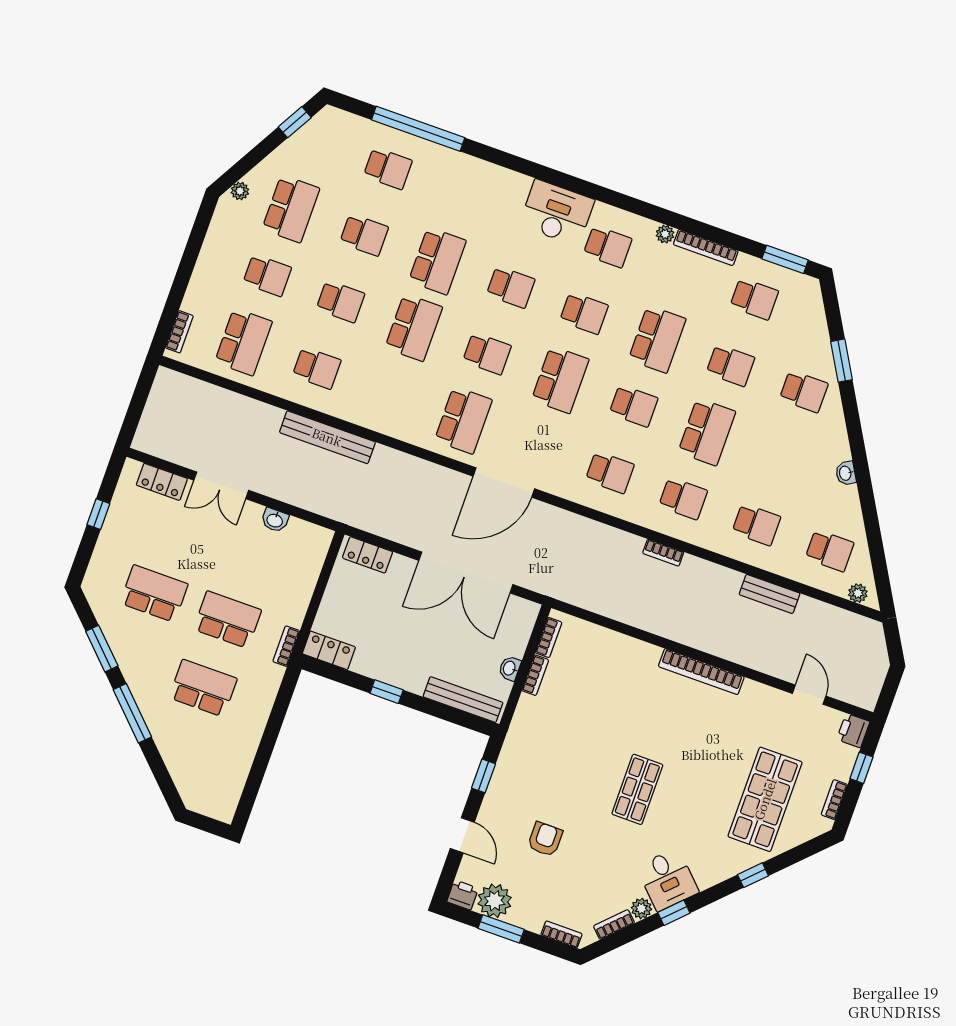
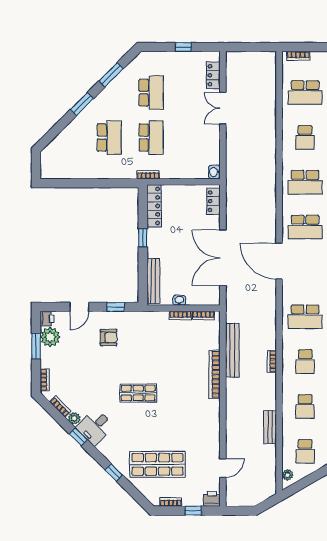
school desk: (390, 394) -> (305, 182), added
bench: (327, 437) -> (232, 350), moved
school desk: (610, 472) -> (305, 317), width x1.85
washbasin: (275, 520) -> (214, 172), moved
locker: (329, 650) -> (154, 206), width x1.53
bookcase: (701, 672) -> (215, 374), moved
window: (132, 713) -> (82, 104), width x0.69
armchair: (545, 839) -> (109, 338), moved

